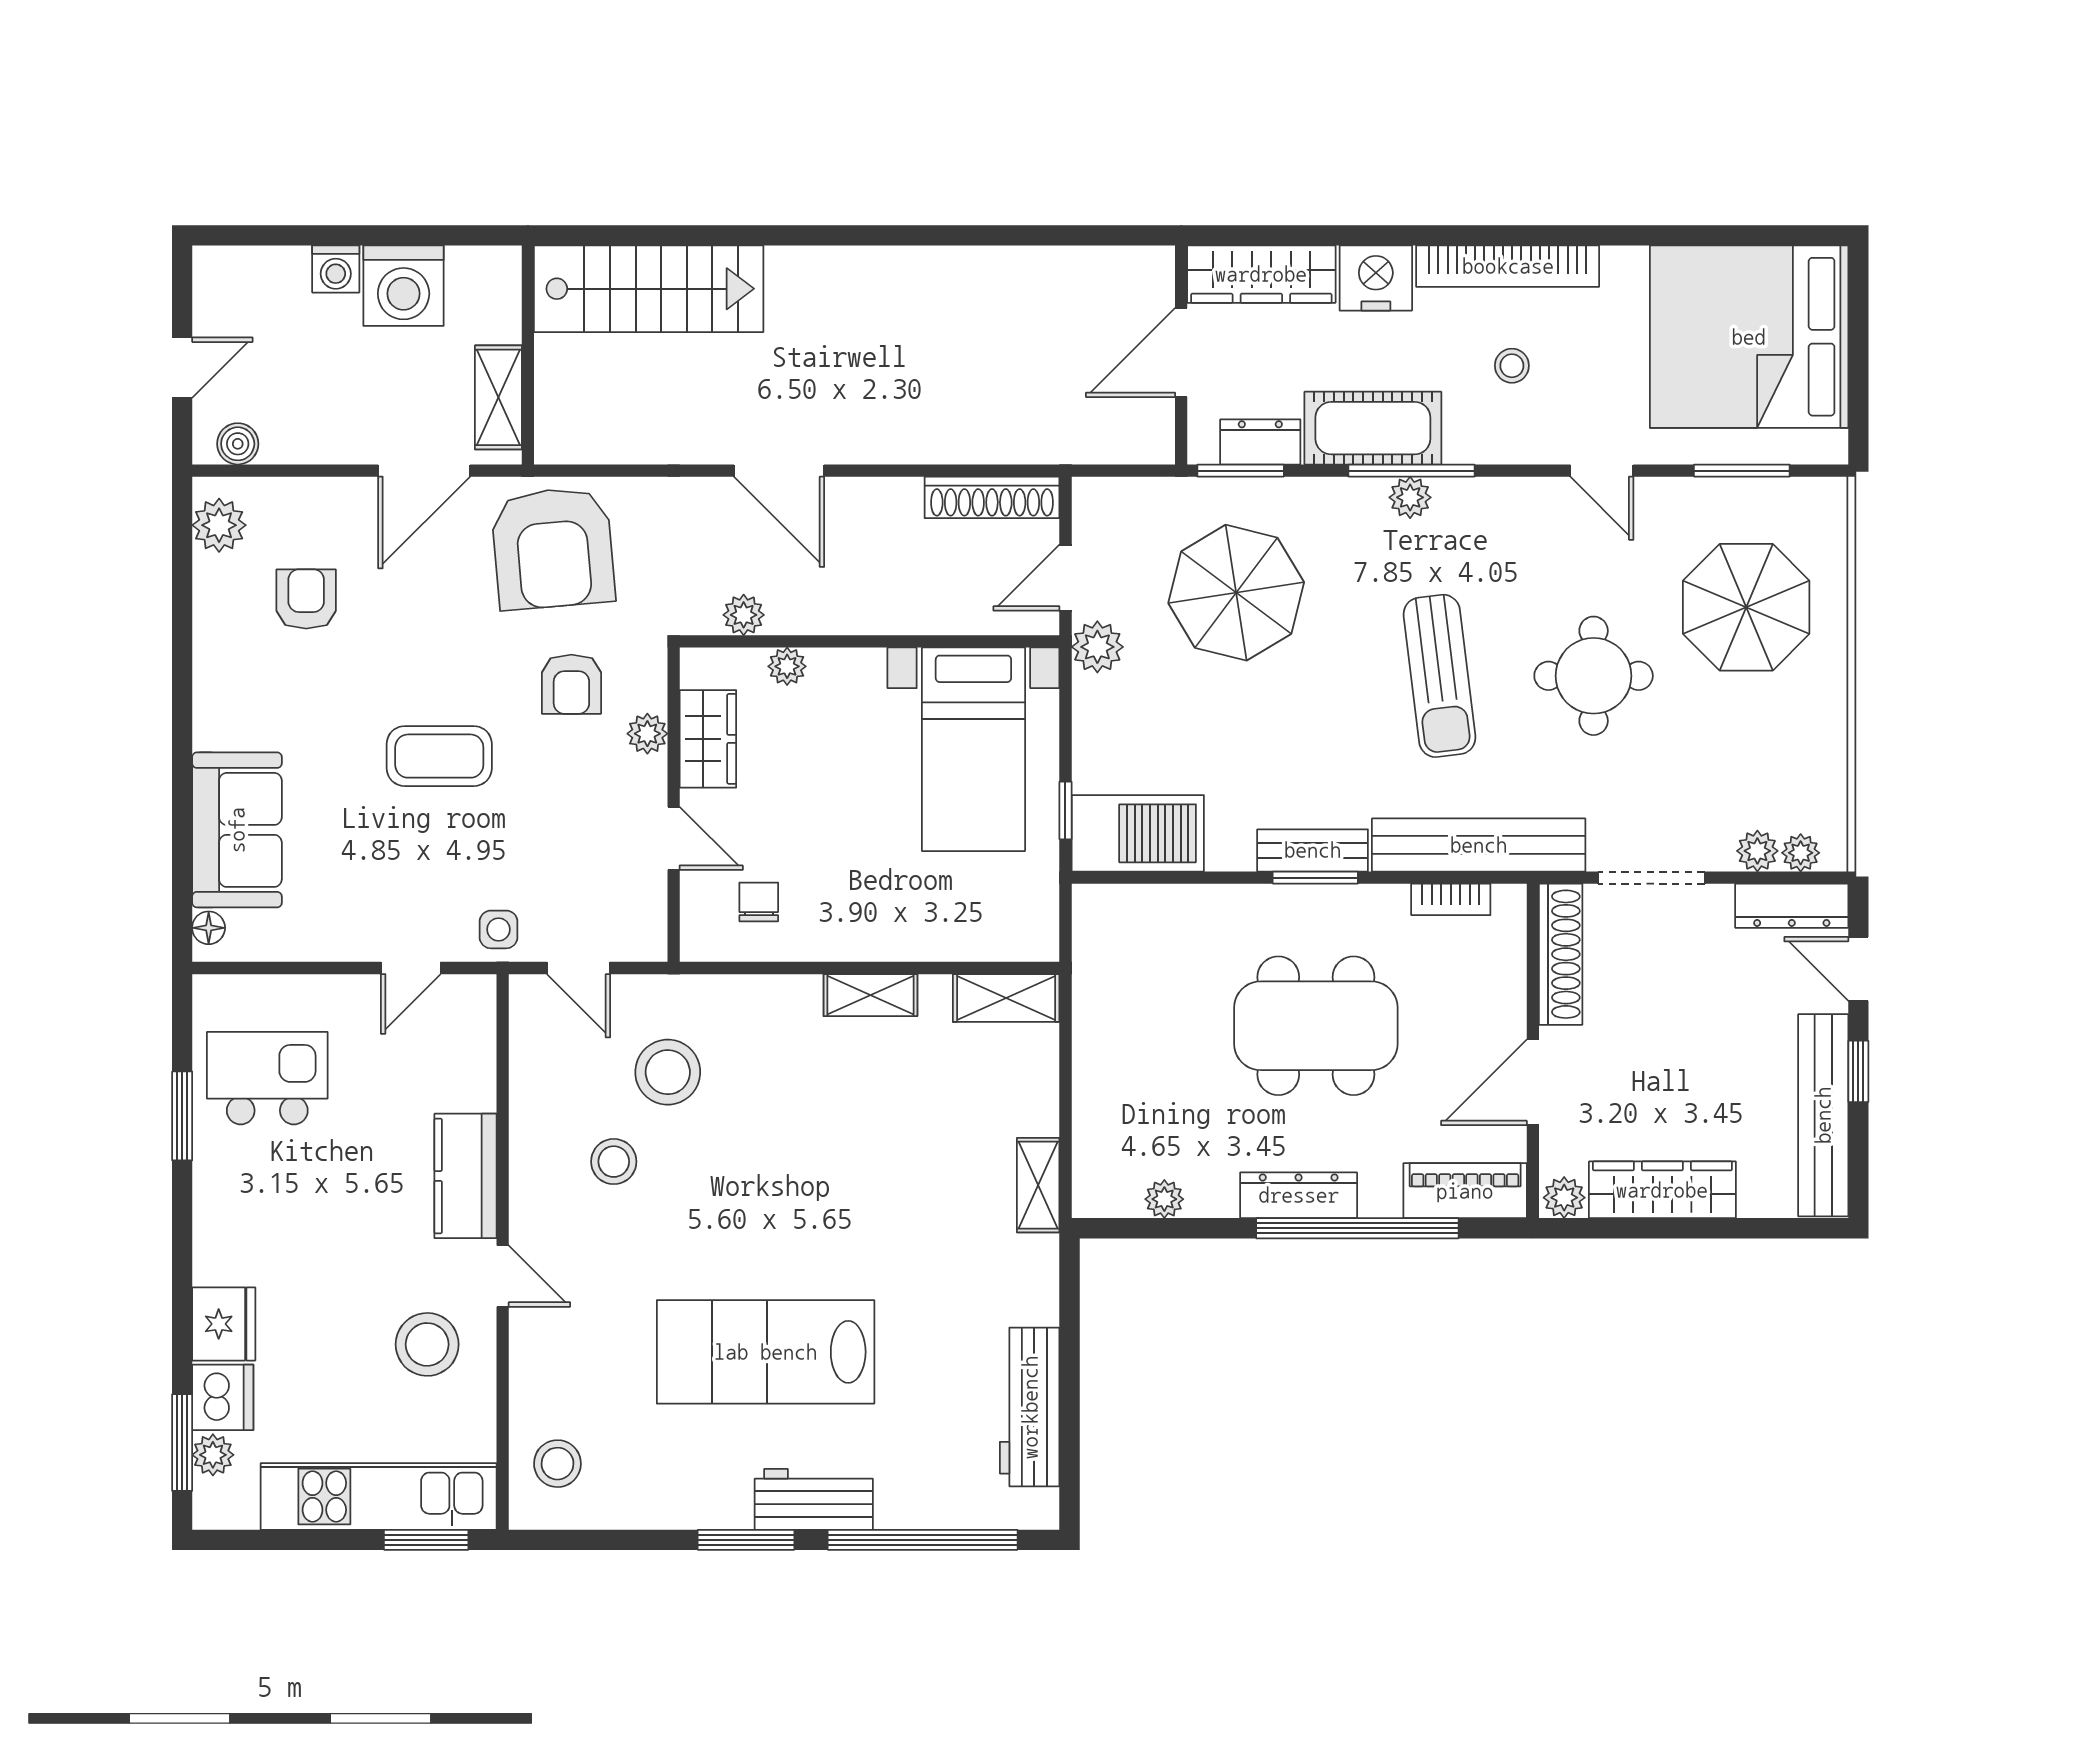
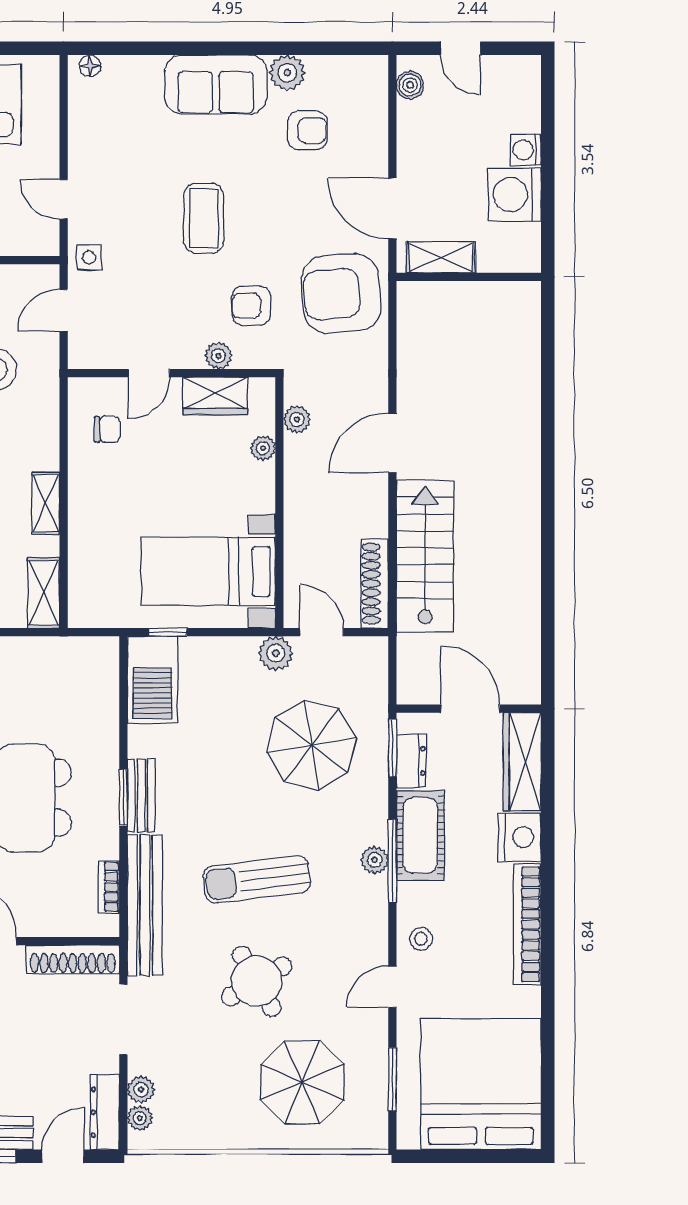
stairs: (649, 289) -> (425, 556), moved, turned 180
stool: (1512, 366) -> (421, 939), moved
plant: (219, 525) -> (287, 73), moved
round table: (1594, 676) -> (257, 981), turned -30
sofa: (237, 830) -> (216, 85), moved

